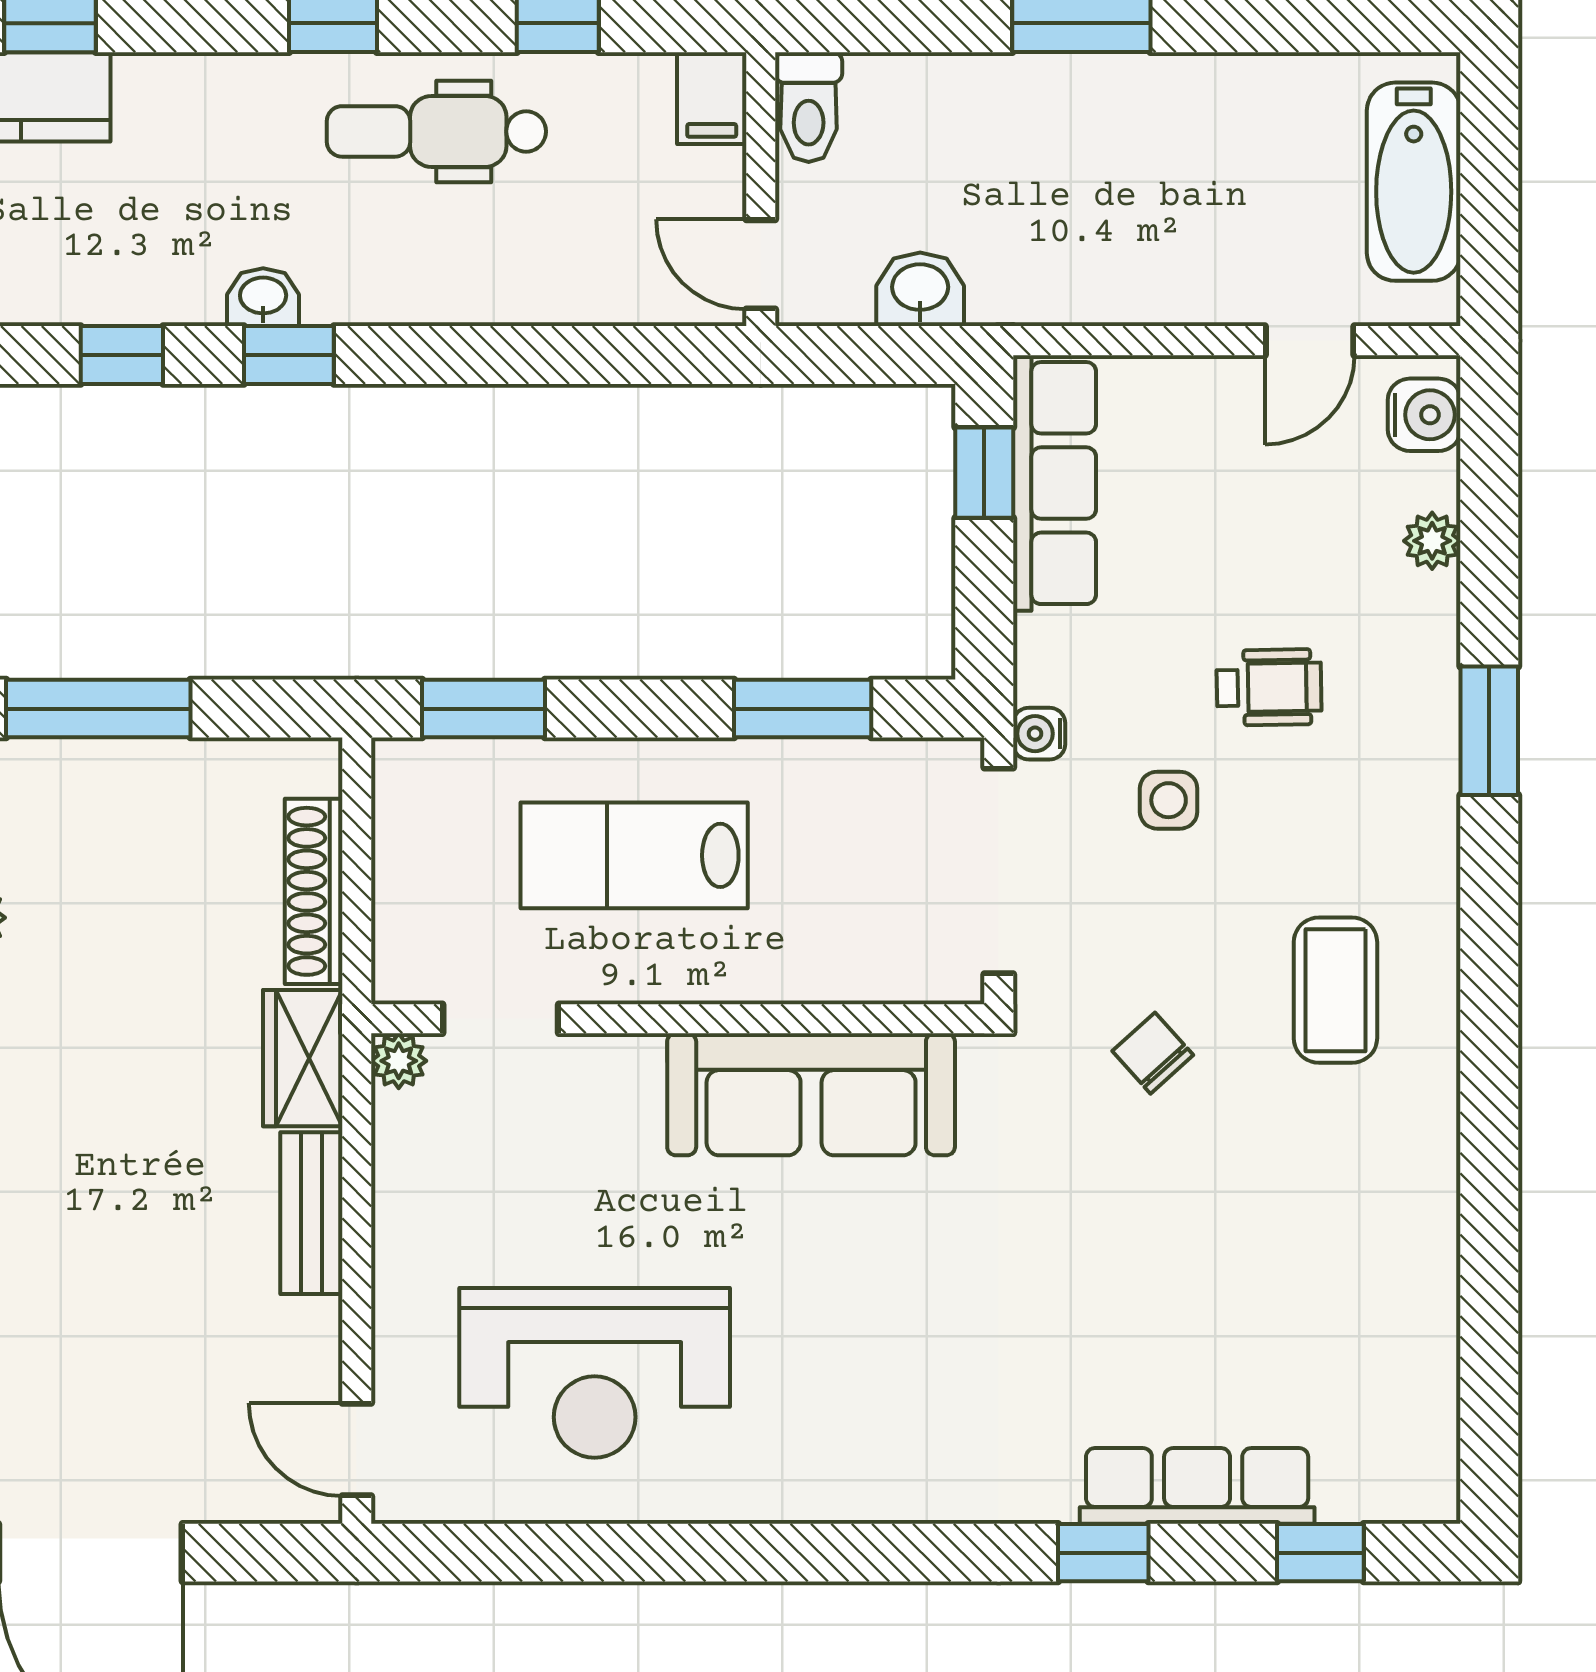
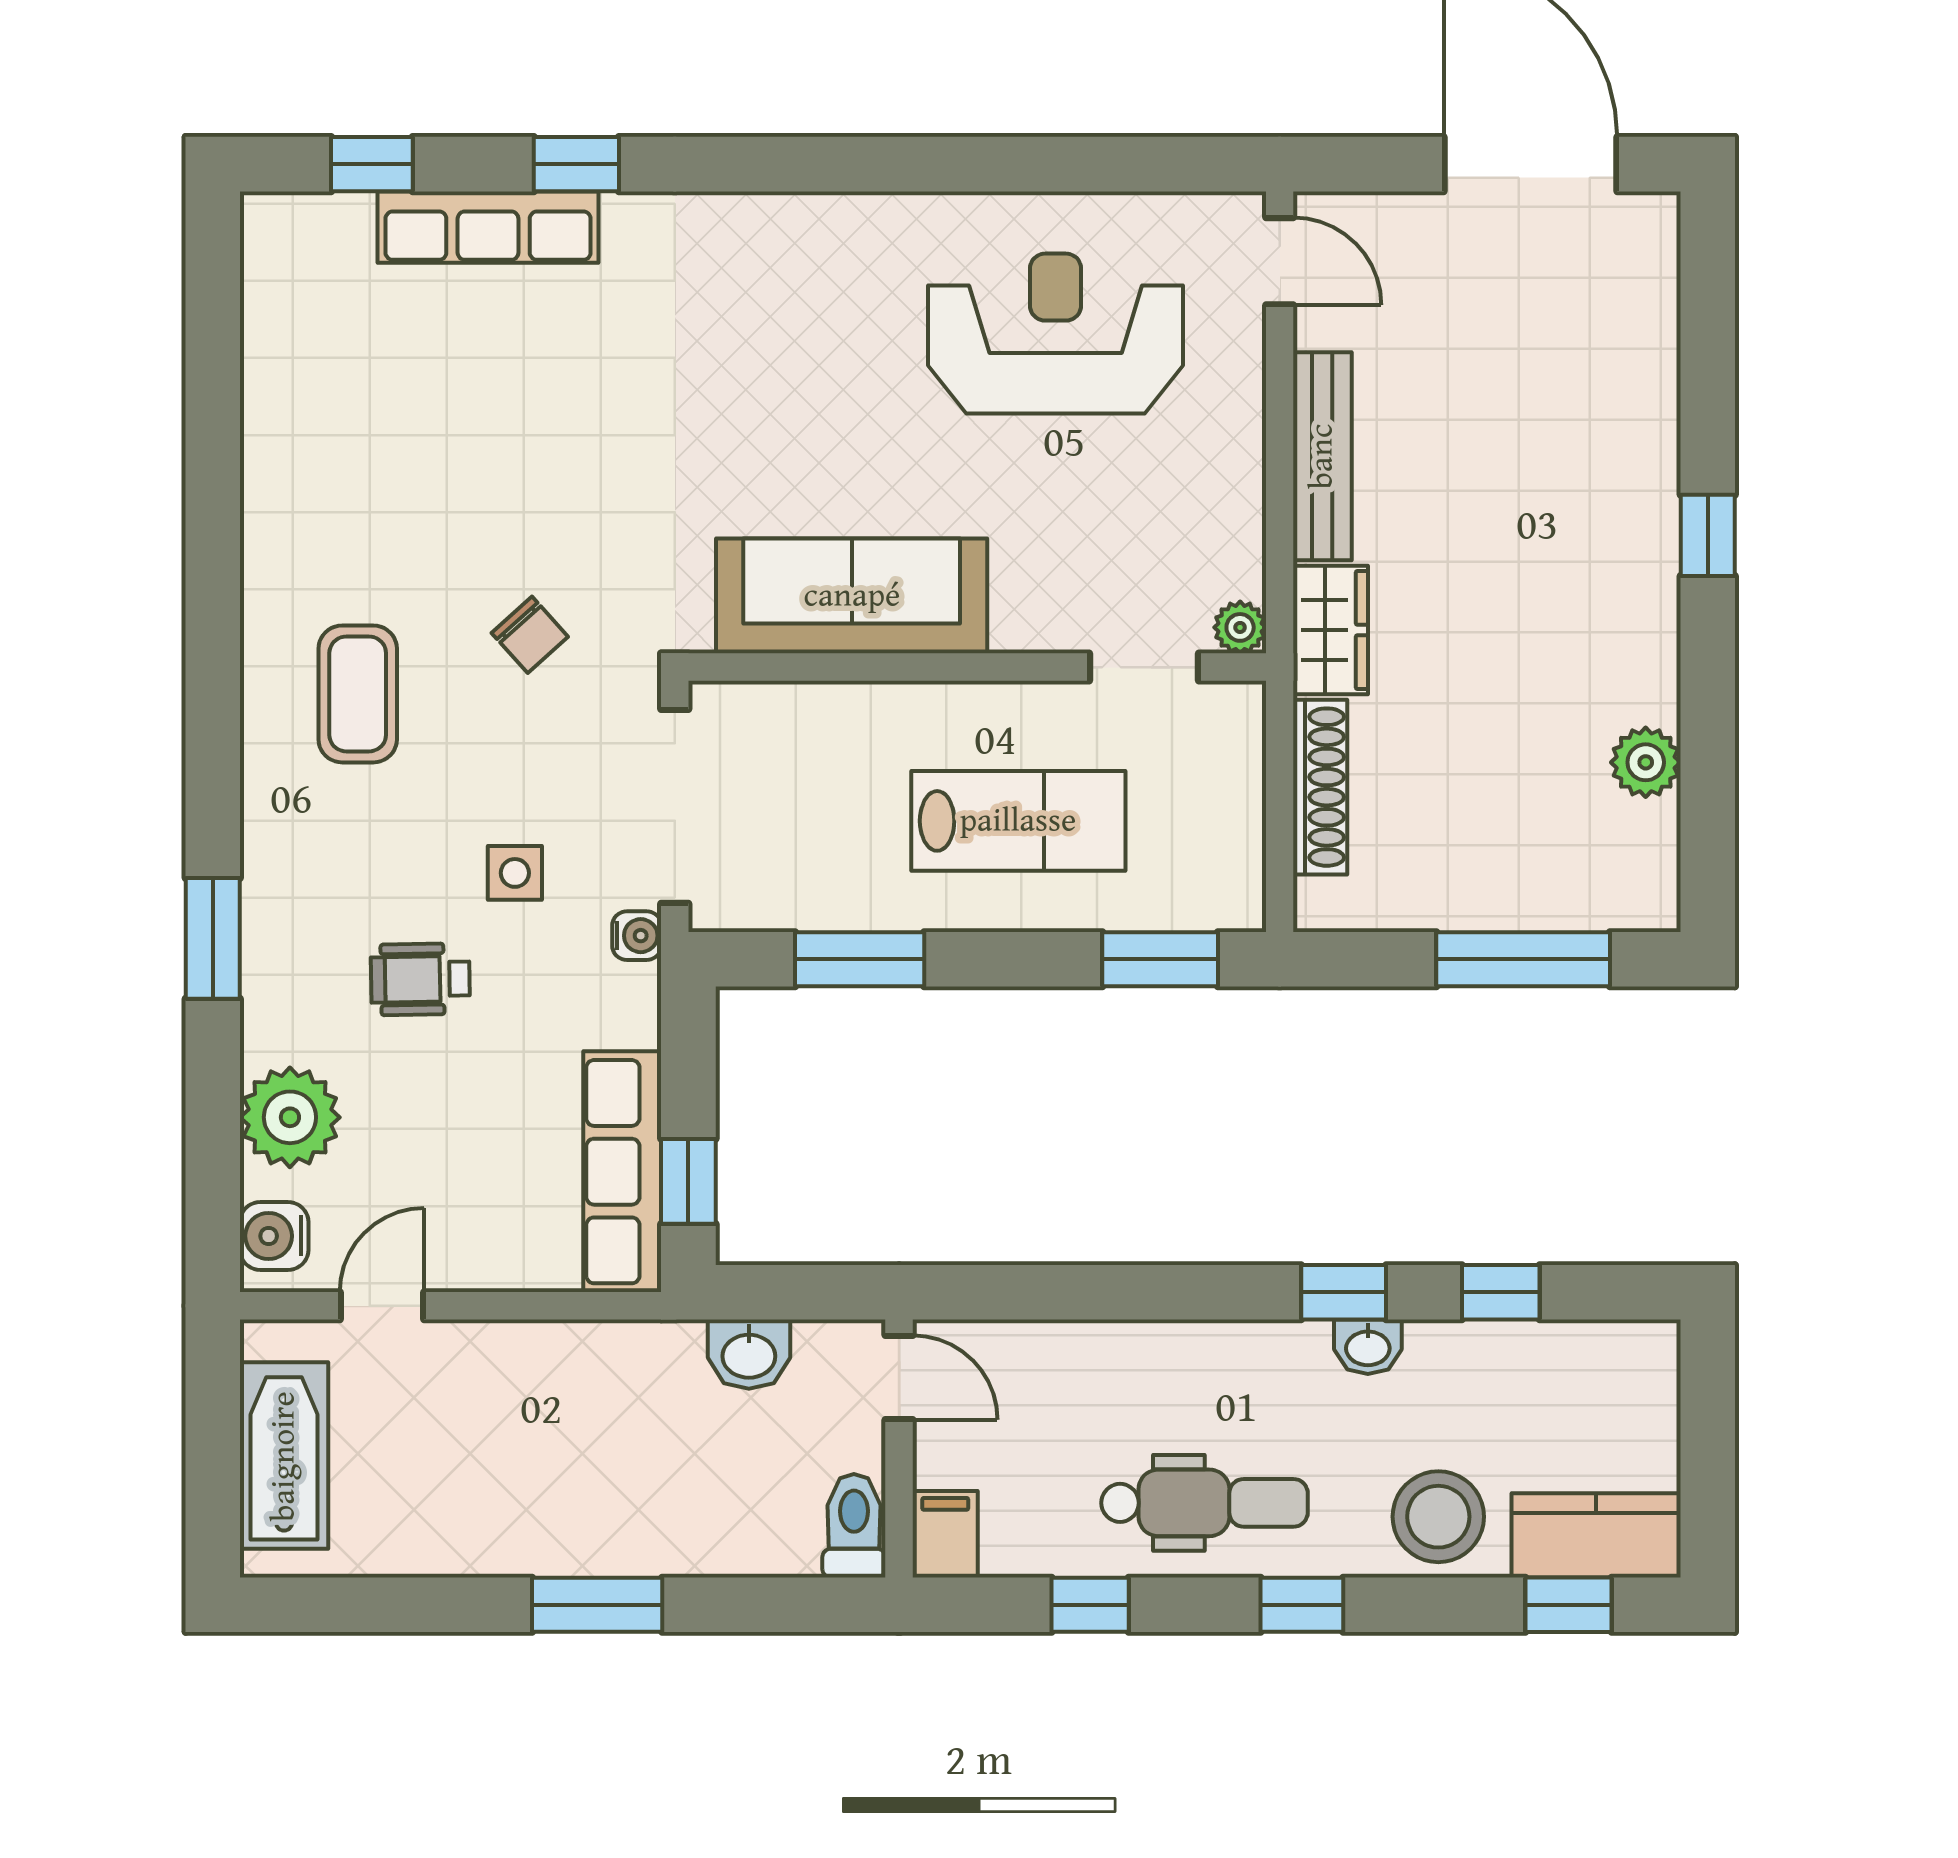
stool: (188, 117) -> (1438, 1517), added
plant: (1432, 541) -> (290, 1117), width x1.87, depth x1.87
bench: (311, 1213) -> (1322, 456), width x1.36

